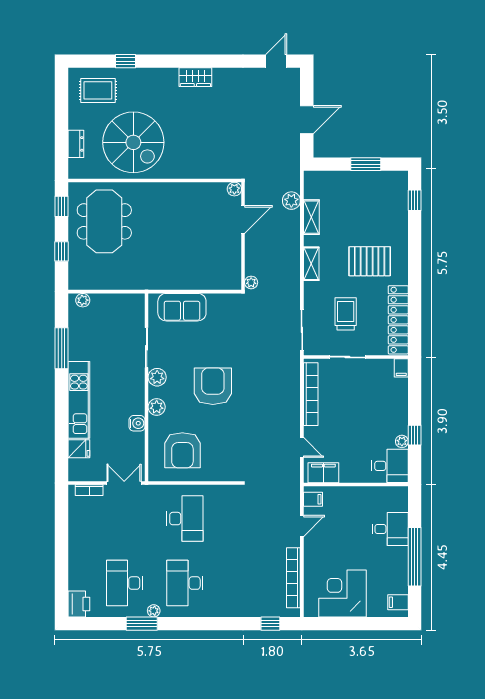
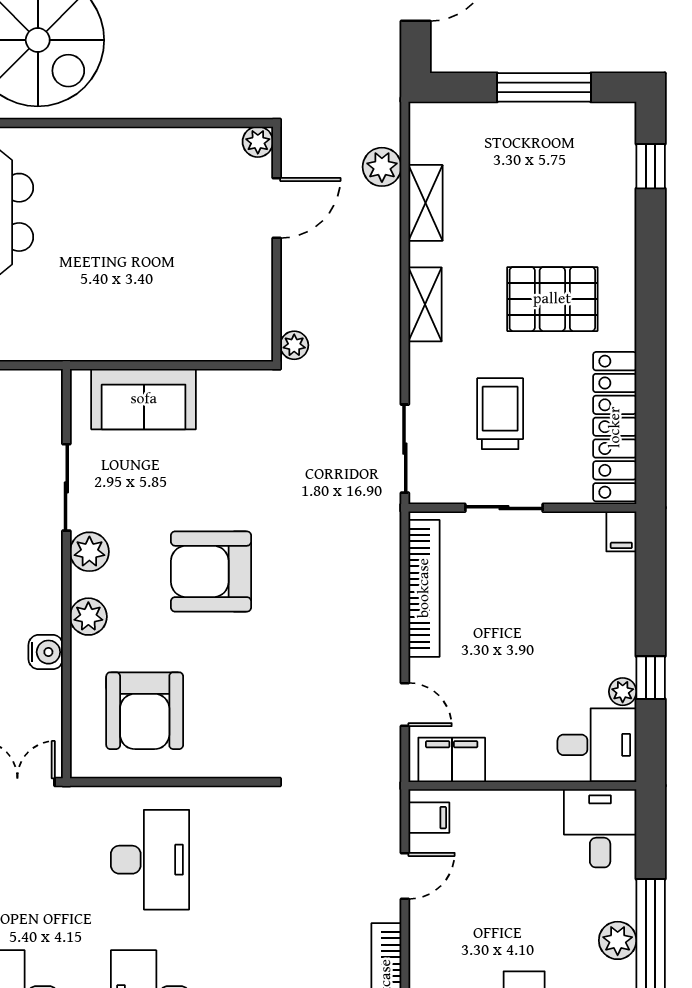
window: (366, 164) -> (544, 87), width x1.44
armchair: (213, 386) -> (211, 571), turned -90
desk: (390, 529) -> (600, 828), moved, turned -90
plant: (400, 556) -> (618, 940), added

